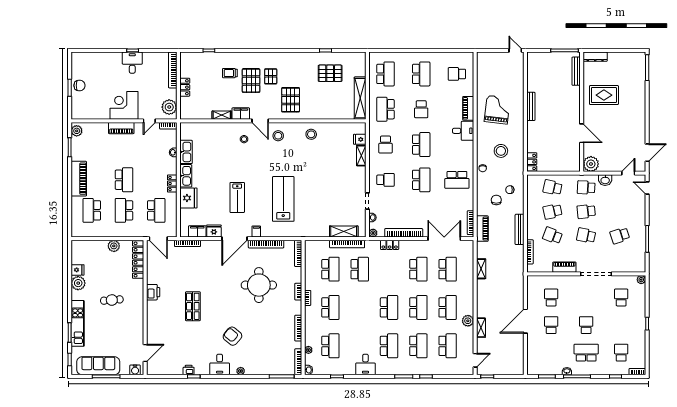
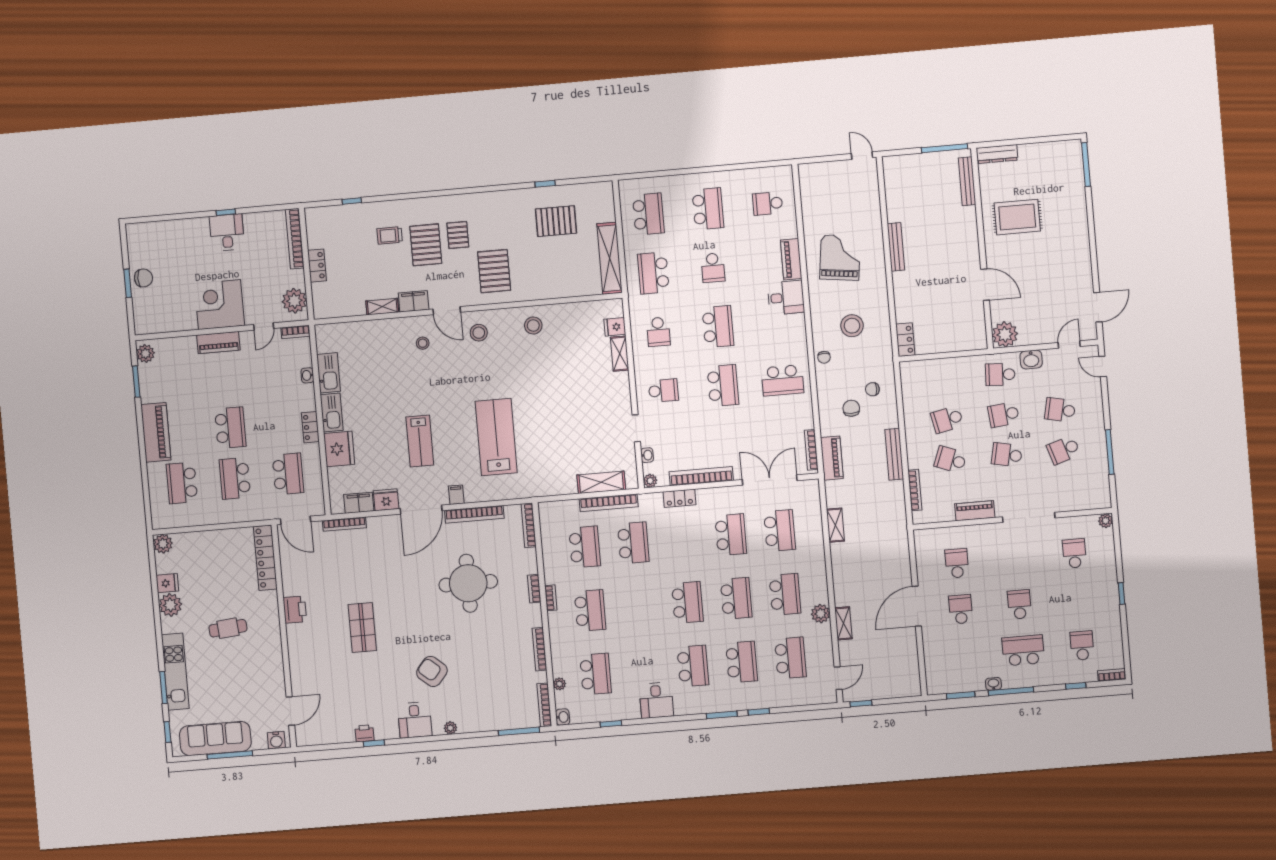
school desk: (553, 187) -> (1060, 410), moved
plant: (114, 246) -> (163, 544), moved

